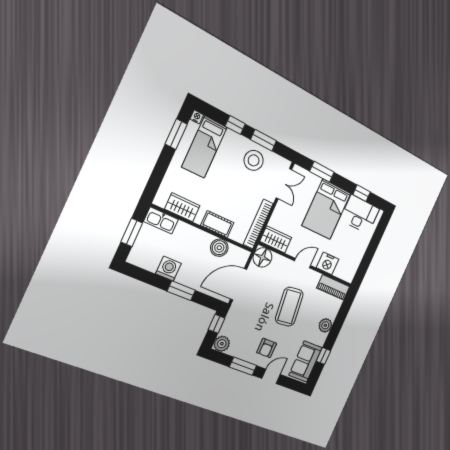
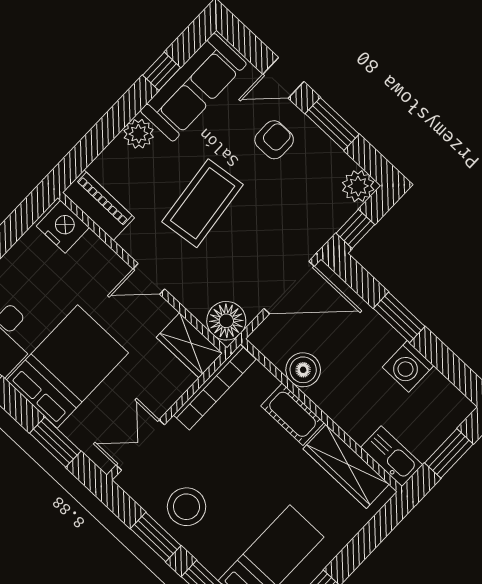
wardrobe: (182, 207) -> (346, 466), width x1.50
nightstand: (328, 263) -> (63, 227), moved
sofa: (305, 361) -> (193, 87), width x1.36

